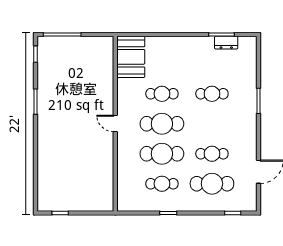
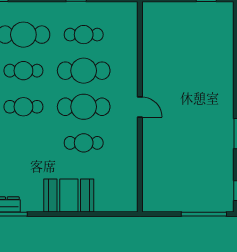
booth: (131, 57) -> (69, 196), moved, turned 90
cafe table: (212, 94) -> (23, 107), moved

